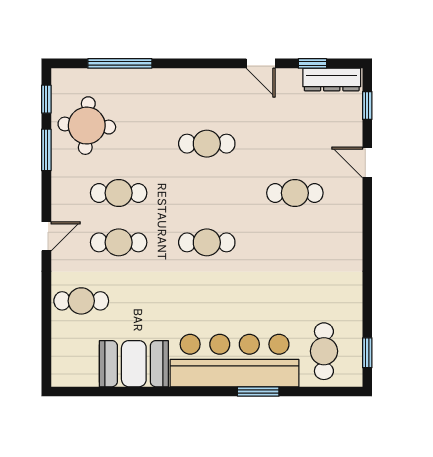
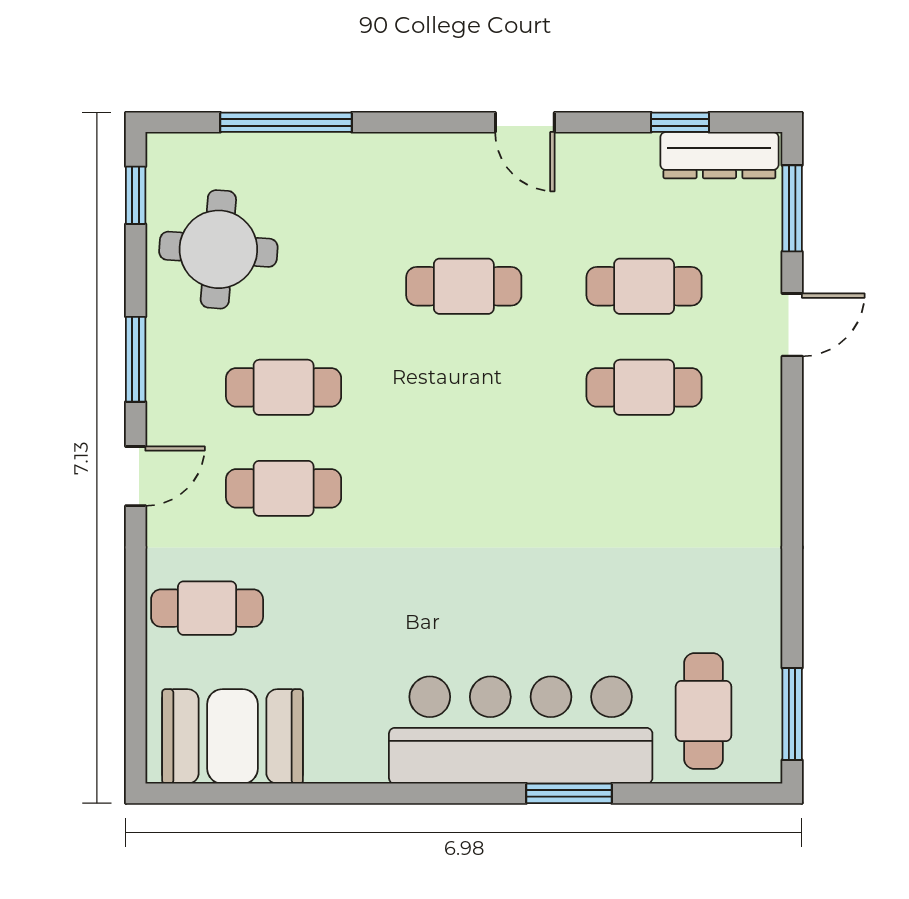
door: (261, 63) -> (525, 122), moved
window: (367, 106) -> (792, 208), width x1.50
window: (46, 150) -> (136, 359), moved
door: (367, 162) -> (792, 325), swing flipped
cafe table: (207, 242) -> (644, 286), moved
window: (367, 353) -> (792, 714), width x1.50
booth: (134, 364) -> (233, 736), moved

